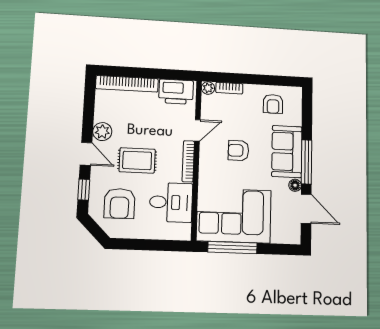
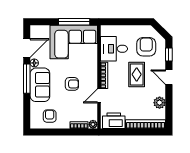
plant: (102, 132) -> (160, 103), moved
rug: (137, 160) -> (137, 74), turned 90
door: (306, 209) -> (27, 48), swing flipped

